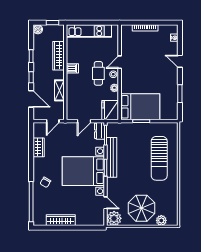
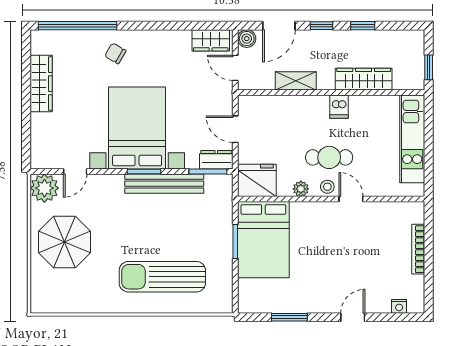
boiler: (38, 29) -> (247, 39), moved
wardrobe: (39, 147) -> (211, 40), moved
plant: (161, 220) -> (40, 281), removed

